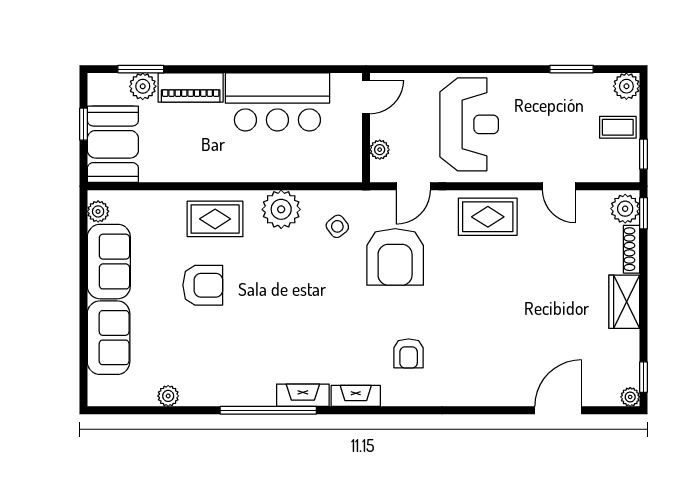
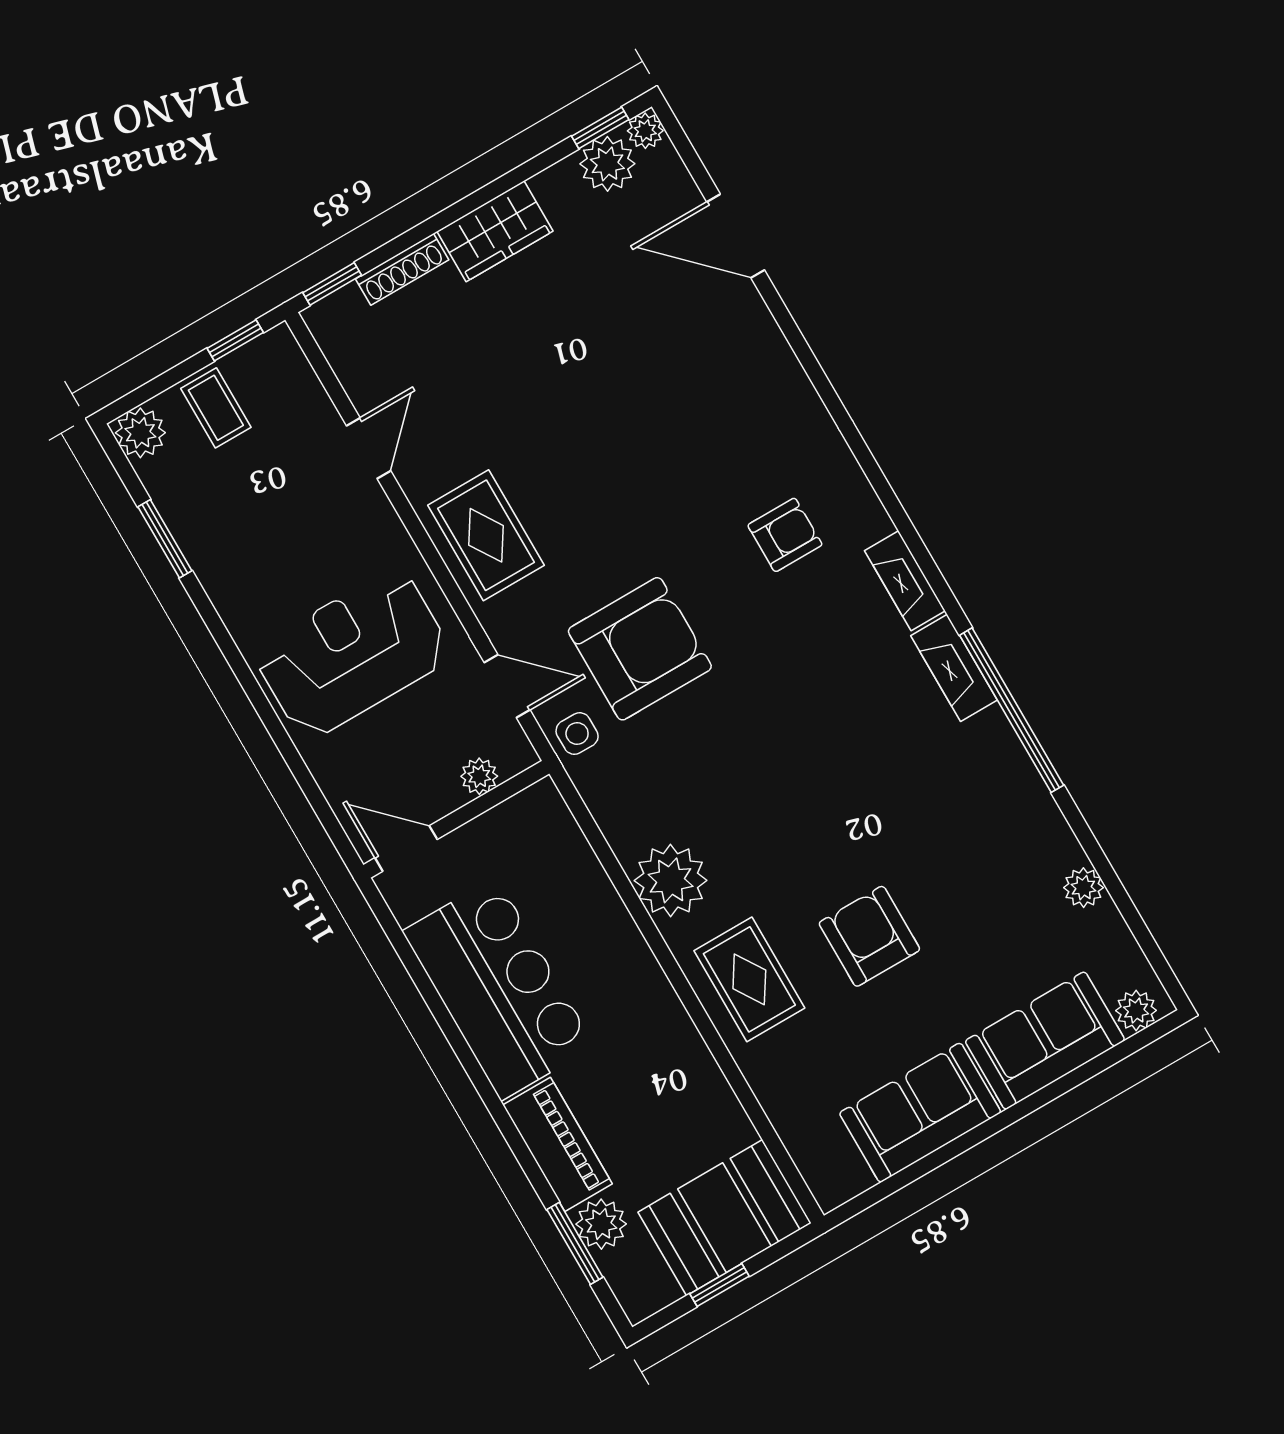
plant: (625, 209) -> (607, 164), moved
plant: (98, 211) -> (1136, 1011), moved
side table: (337, 226) -> (577, 734), moved, turned 38

